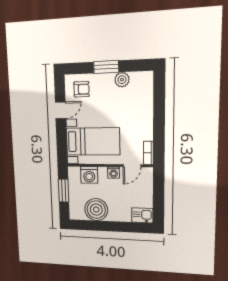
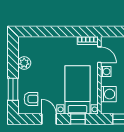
window: (106, 67) -> (13, 89), moved
armchair: (82, 89) -> (31, 99), turned 90
window: (62, 142) -> (78, 119), added

